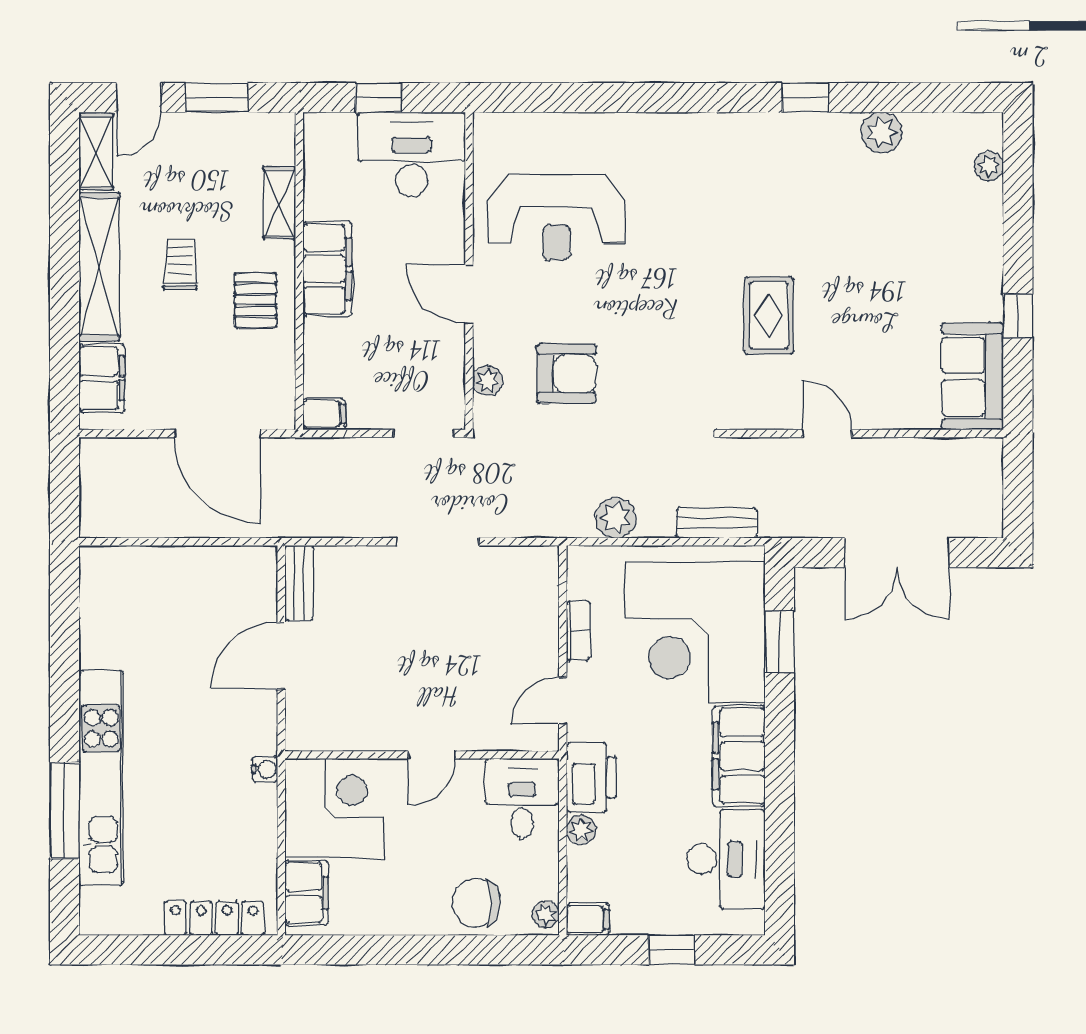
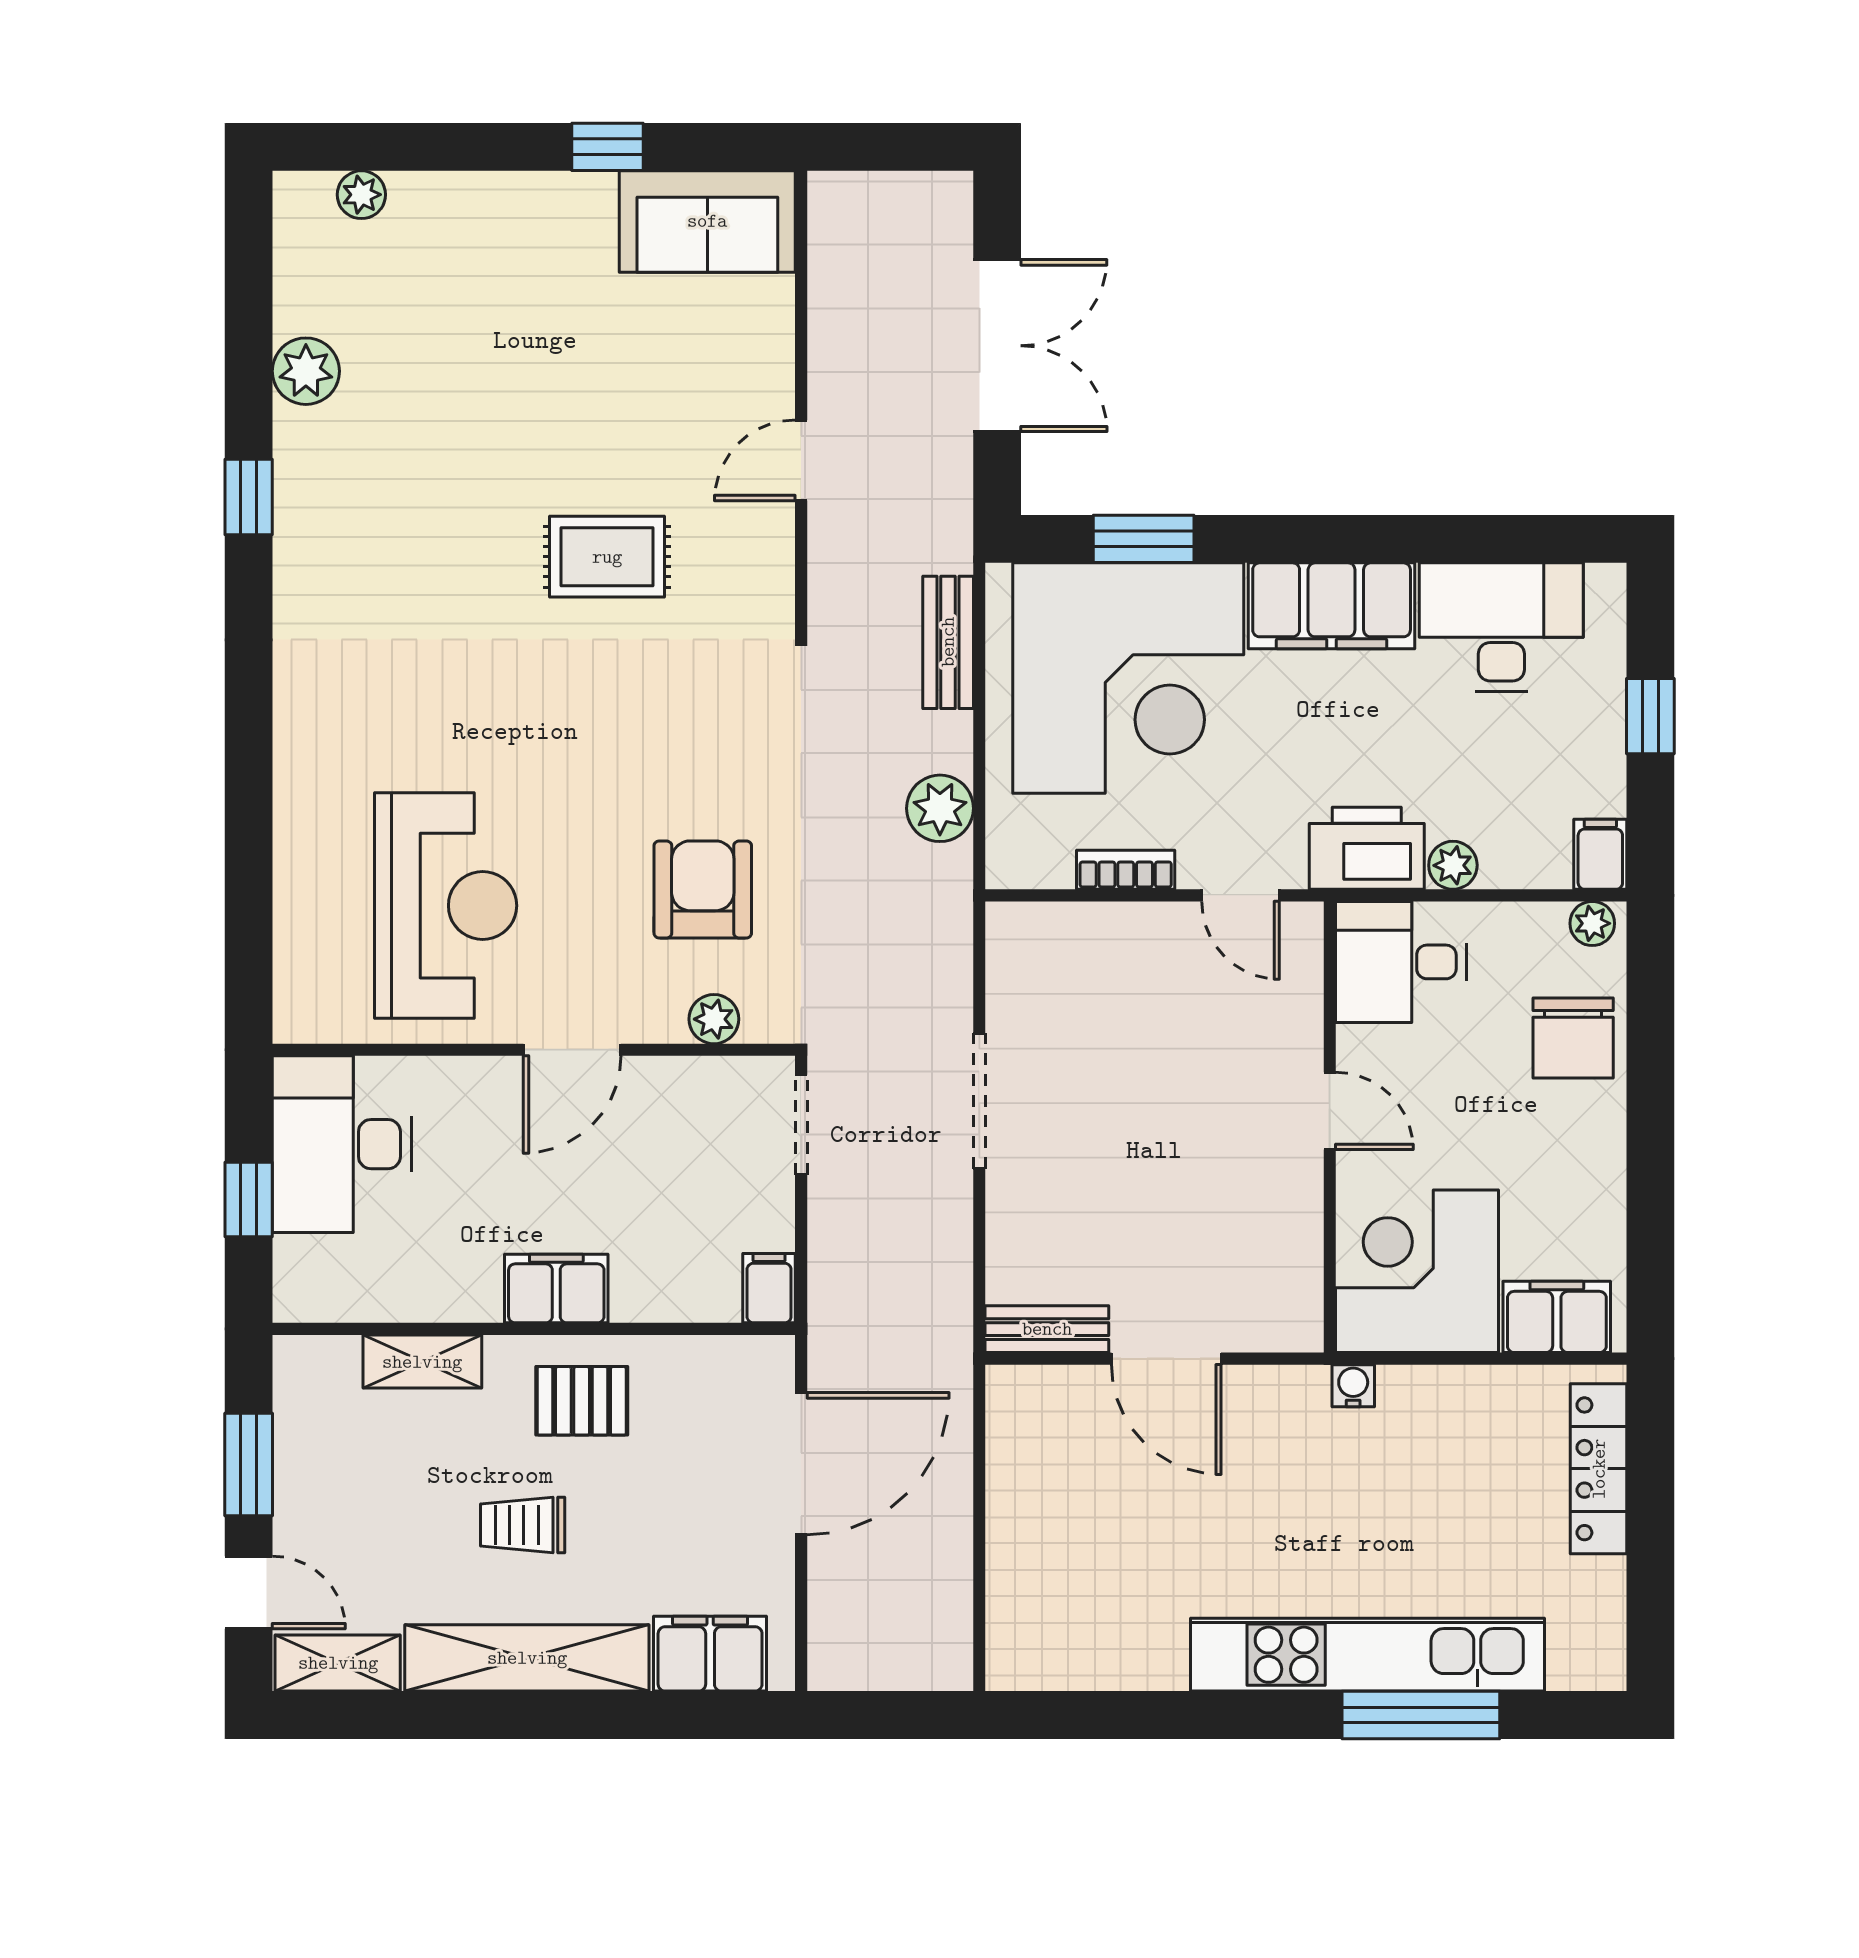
filing cabinet: (327, 269) -> (556, 1289), width x0.67, depth x0.86

